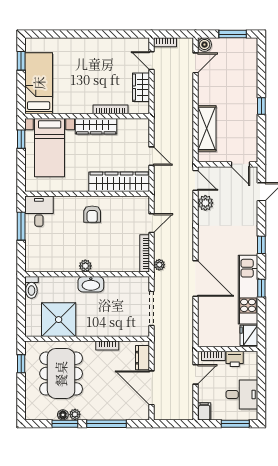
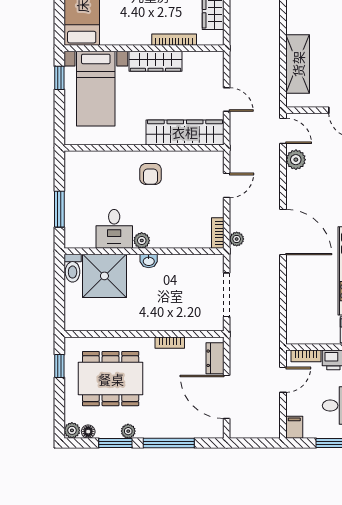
desk: (39, 211) -> (114, 229), moved, turned 180
window: (21, 226) -> (59, 209), moved
bookcase: (145, 253) -> (218, 233), width x0.64
door: (195, 279) -> (283, 232), moved
washbasin: (91, 284) -> (149, 261), width x0.52, depth x0.69
shower: (59, 320) -> (104, 276), moved
dining table: (61, 374) -> (111, 379), turned 90
plant: (31, 414) -> (72, 430), added
floor lamp: (63, 415) -> (88, 432), moved

